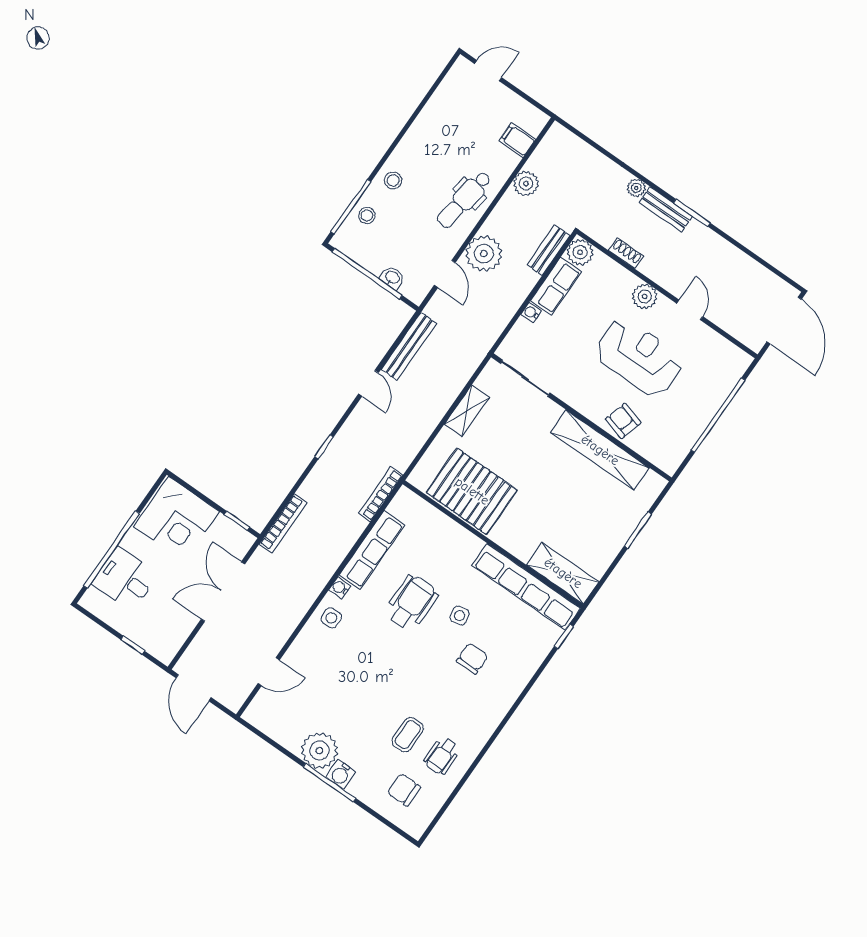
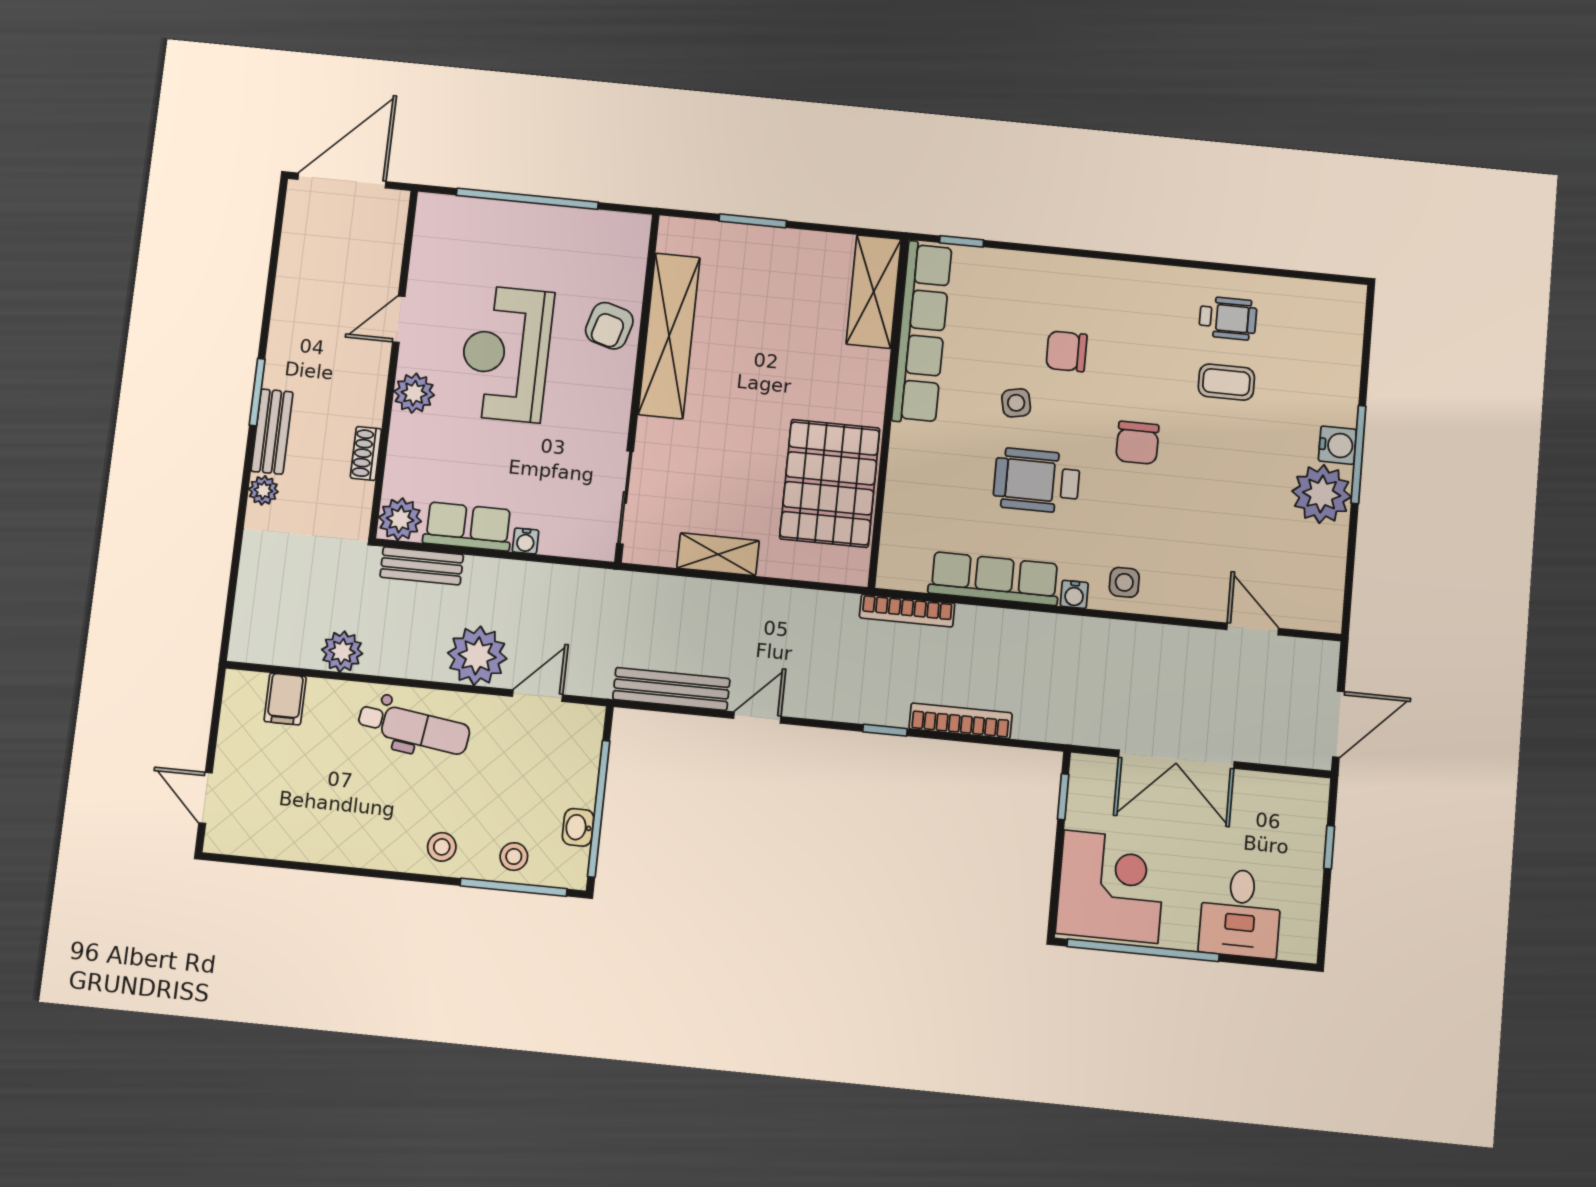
washbasin: (392, 278) -> (578, 827), moved
bookcase: (283, 523) -> (961, 721), moved
window: (112, 550) -> (1143, 950), moved
chair: (404, 790) -> (1137, 443), moved

